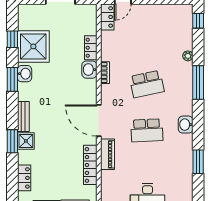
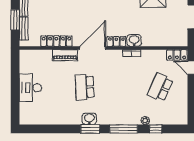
window: (198, 21) -> (156, 129), moved
locker: (91, 48) -> (116, 41), moved
school desk: (147, 84) -> (160, 87), moved, turned 36
window: (198, 162) -> (90, 129), moved

